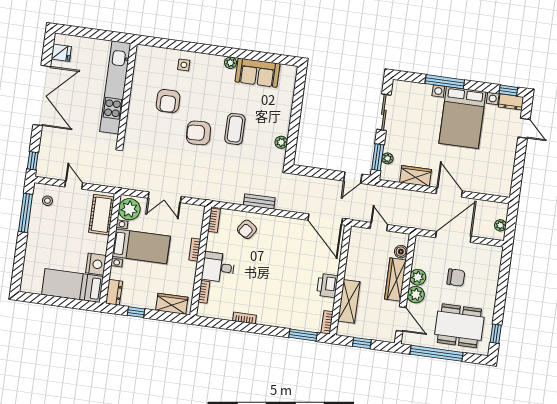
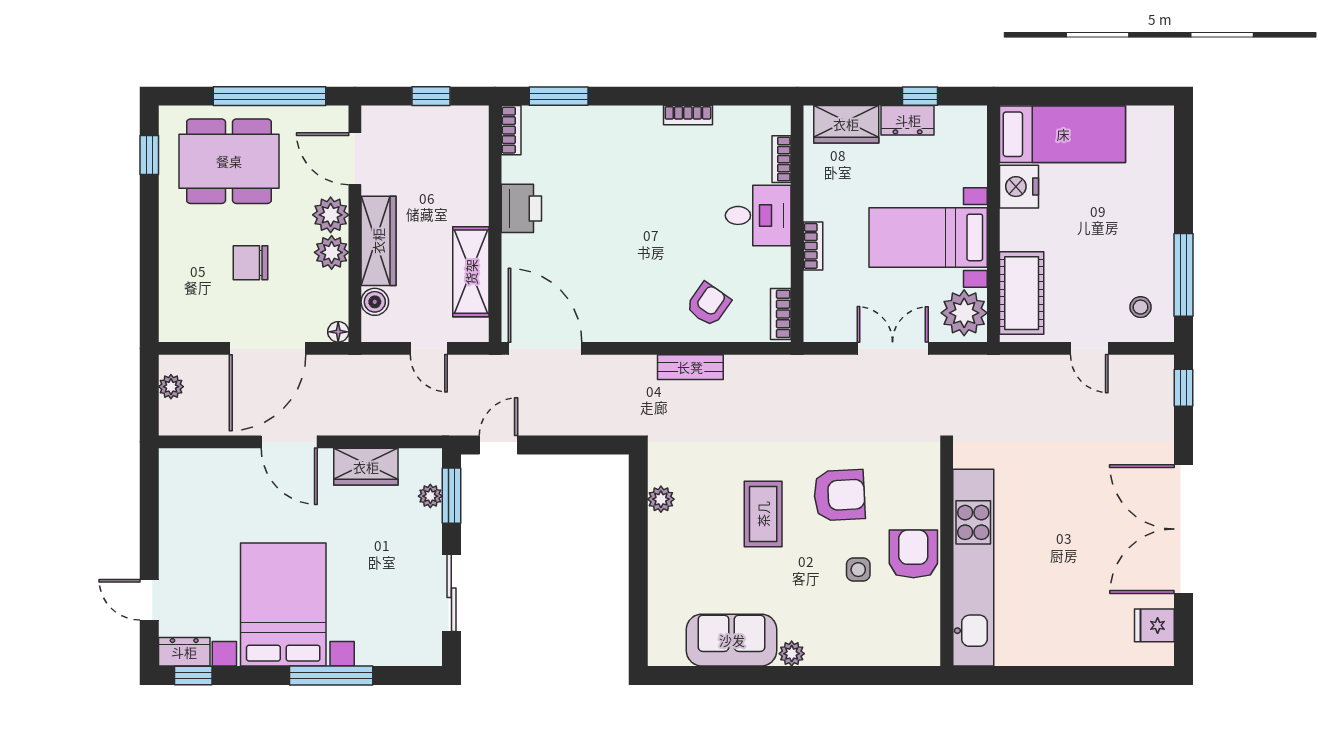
side table: (184, 65) -> (858, 570), moved
kitchen unit: (115, 87) -> (973, 568), moved
wall: (127, 94) -> (947, 557), moved
floor lamp: (420, 240) -> (338, 332), added
dresser: (114, 292) -> (908, 120), moved, turned -90
shelving: (349, 301) -> (471, 272), moved

